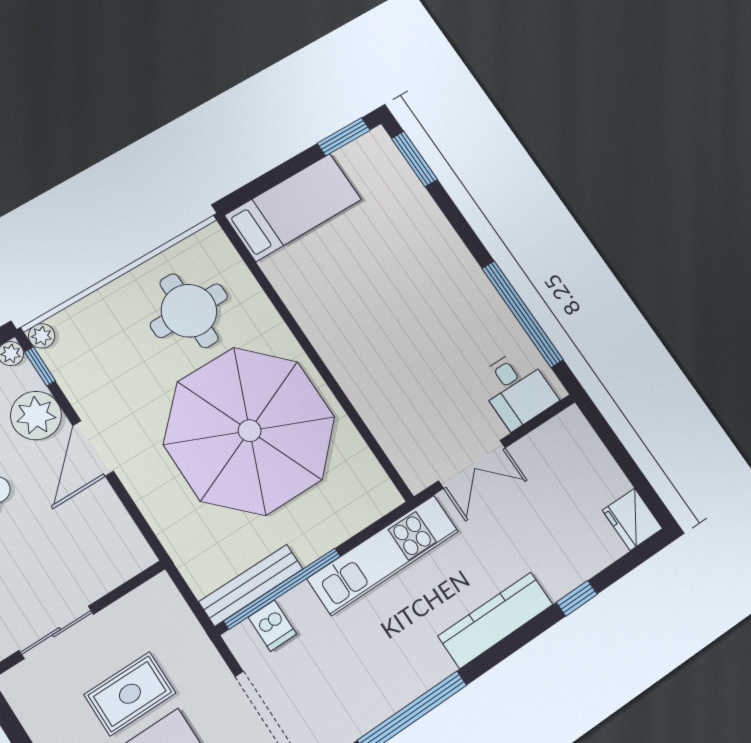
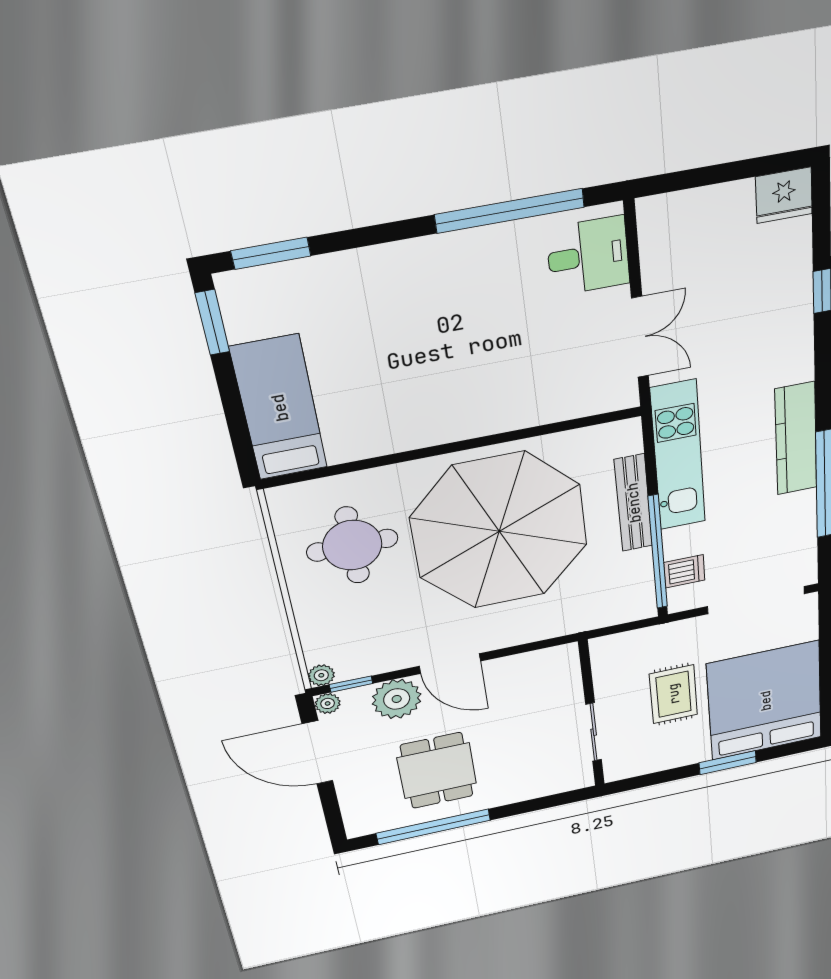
bench: (251, 585) -> (633, 503), moved
kitchen counter: (496, 620) -> (796, 439), moved

